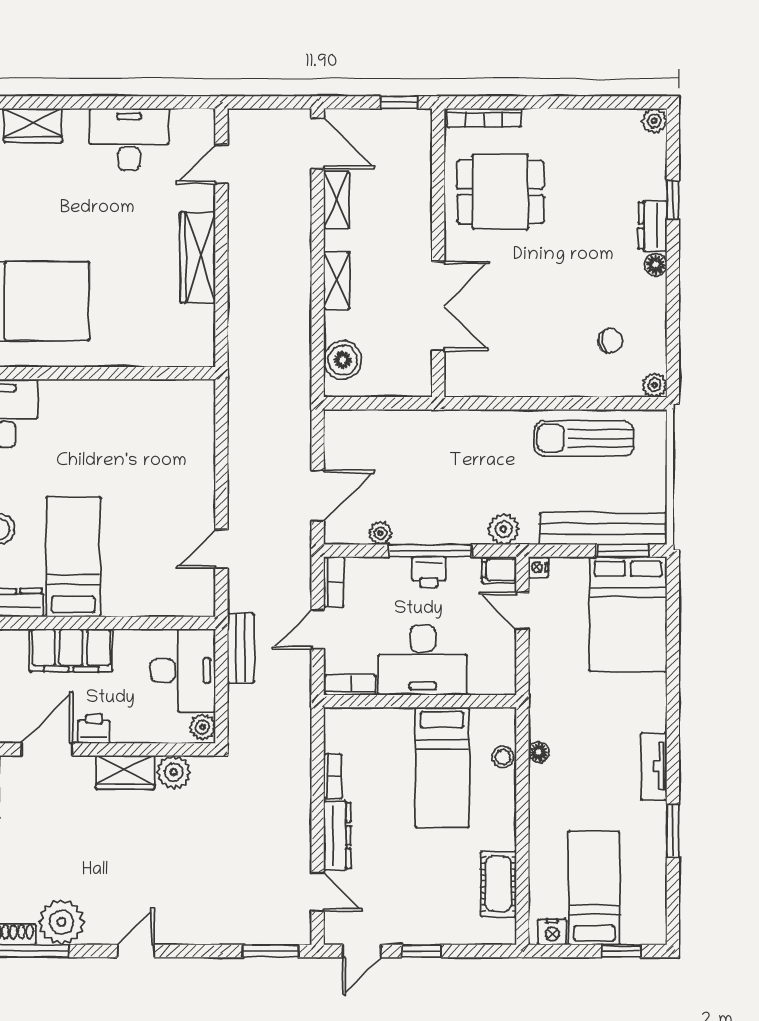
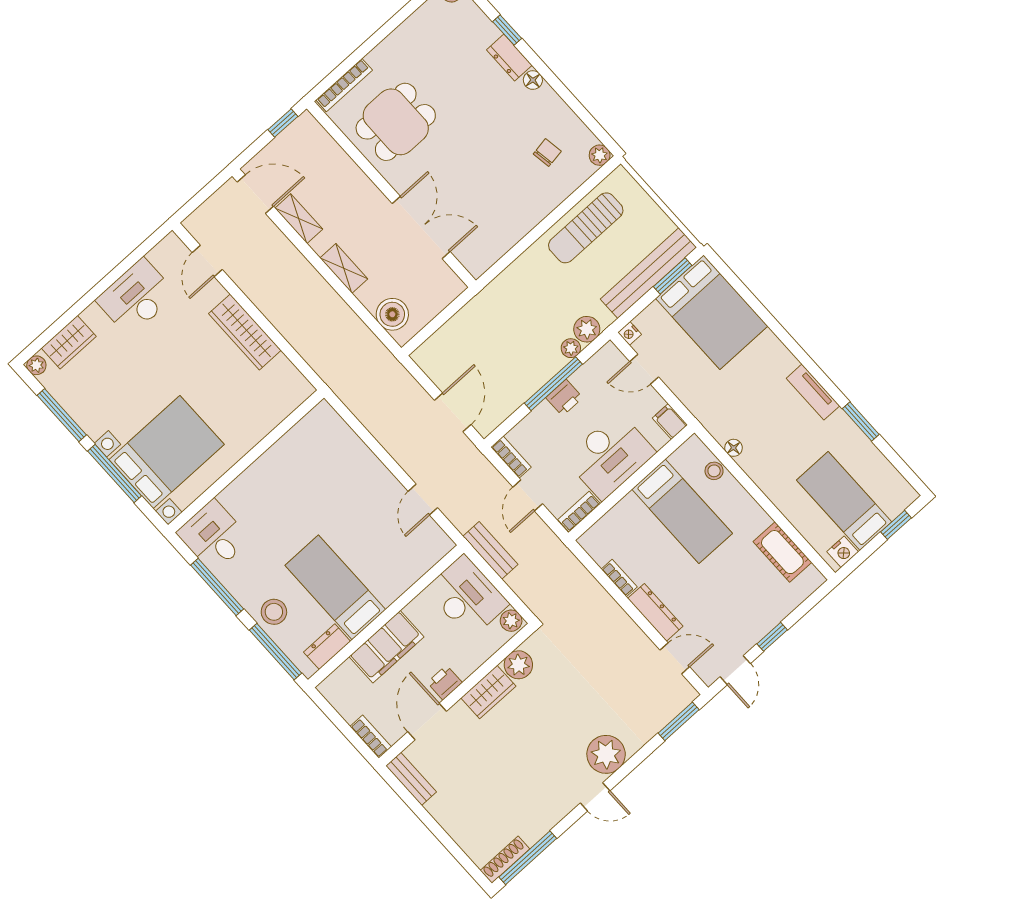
plant: (380, 533) -> (571, 348), moved
filing cabinet: (499, 570) -> (670, 422), moved, turned 90
plant: (61, 922) -> (606, 754), moved
door: (136, 951) -> (595, 797), swing flipped

